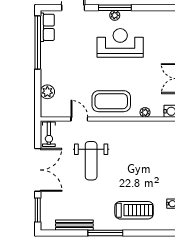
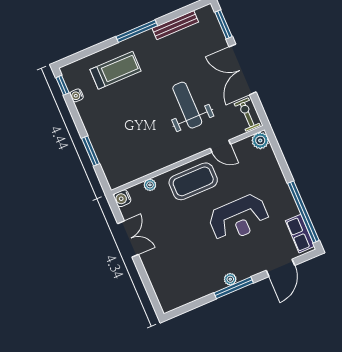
reception desk: (120, 43) -> (239, 218), moved
plant: (47, 92) -> (260, 141), moved
treadmill: (134, 210) -> (116, 70), turned 180

